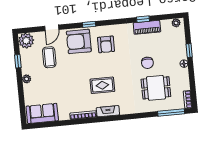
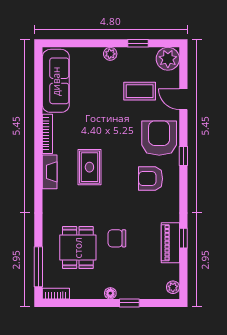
sofa: (42, 113) -> (56, 81), width x1.36

